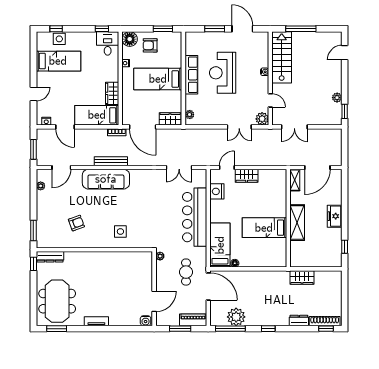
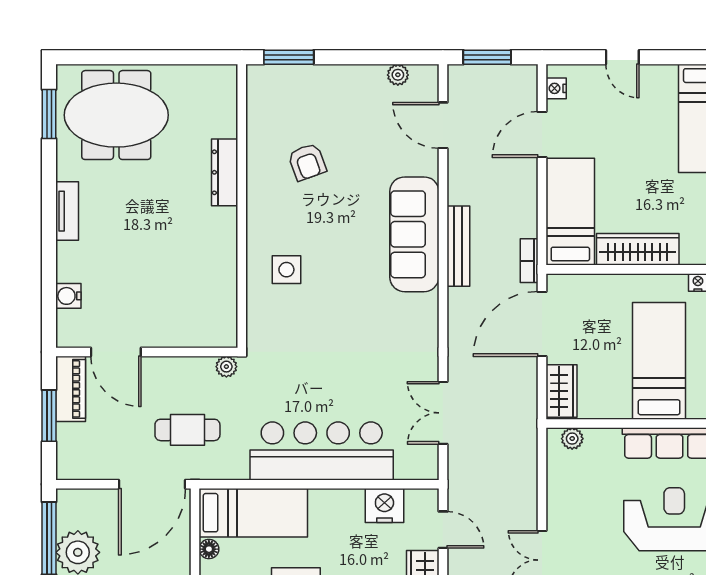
wardrobe: (112, 93) -> (638, 249), width x1.50
dresser: (50, 257) -> (225, 172), moved
window: (33, 264) -> (207, 57), removed
piano: (193, 320) -> (71, 389), moved
water cooler: (146, 321) -> (68, 296), moved

